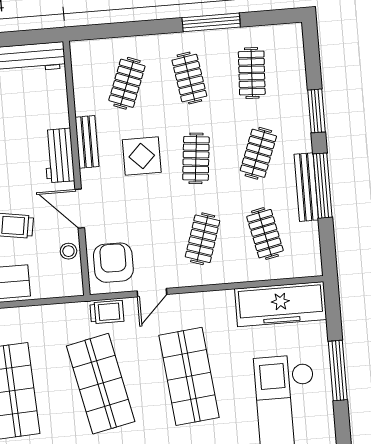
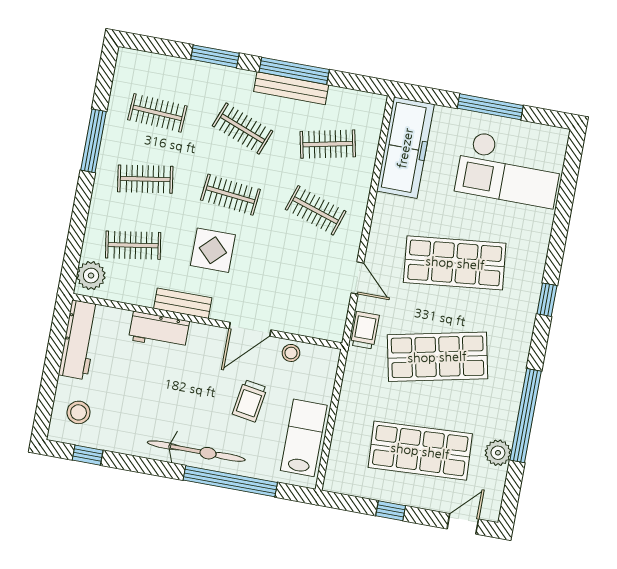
plant: (90, 53) -> (91, 276), added
clothes rail: (127, 83) -> (133, 245), turned -30
workbench: (59, 156) -> (159, 331), moved
armchair: (113, 263) -> (315, 310), removed

